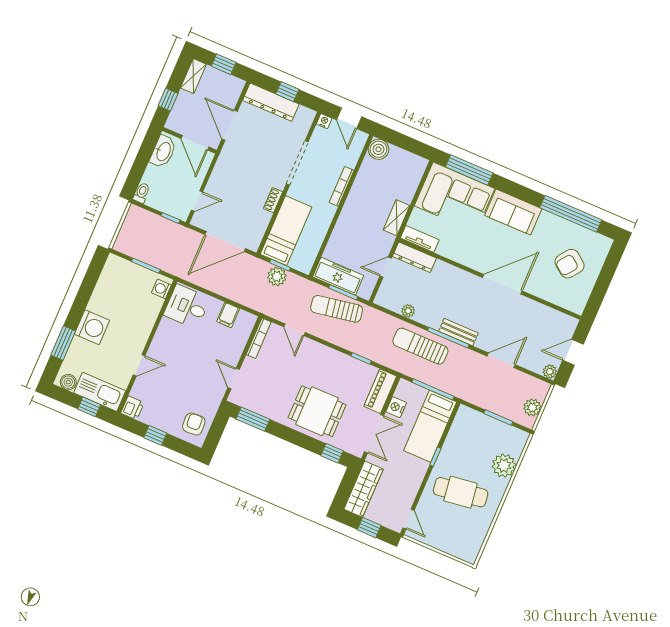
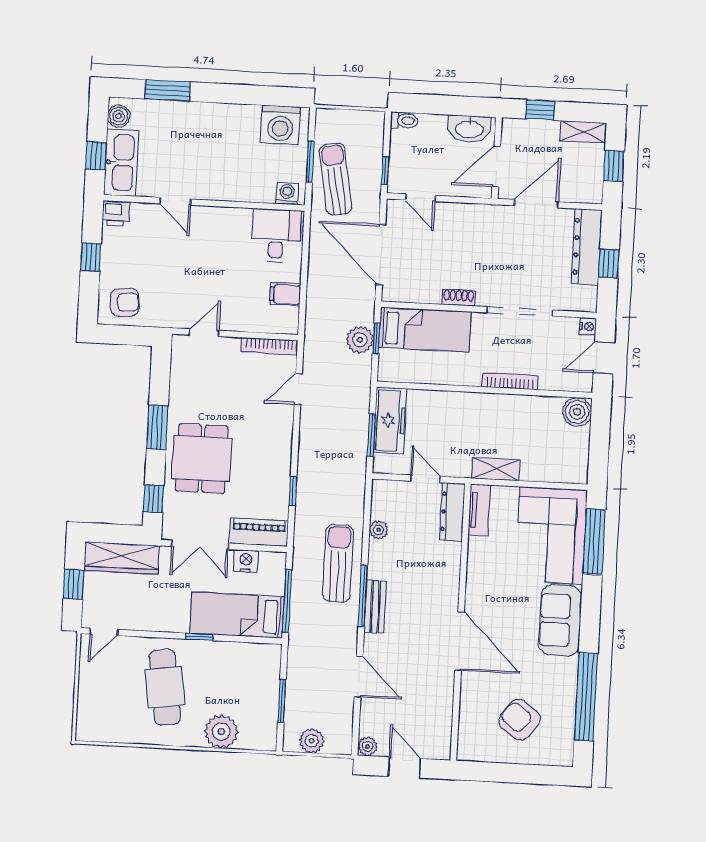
sun lounger: (337, 309) -> (336, 179), moved
washing machine: (92, 327) -> (280, 125), moved
window: (253, 419) -> (157, 427), moved

